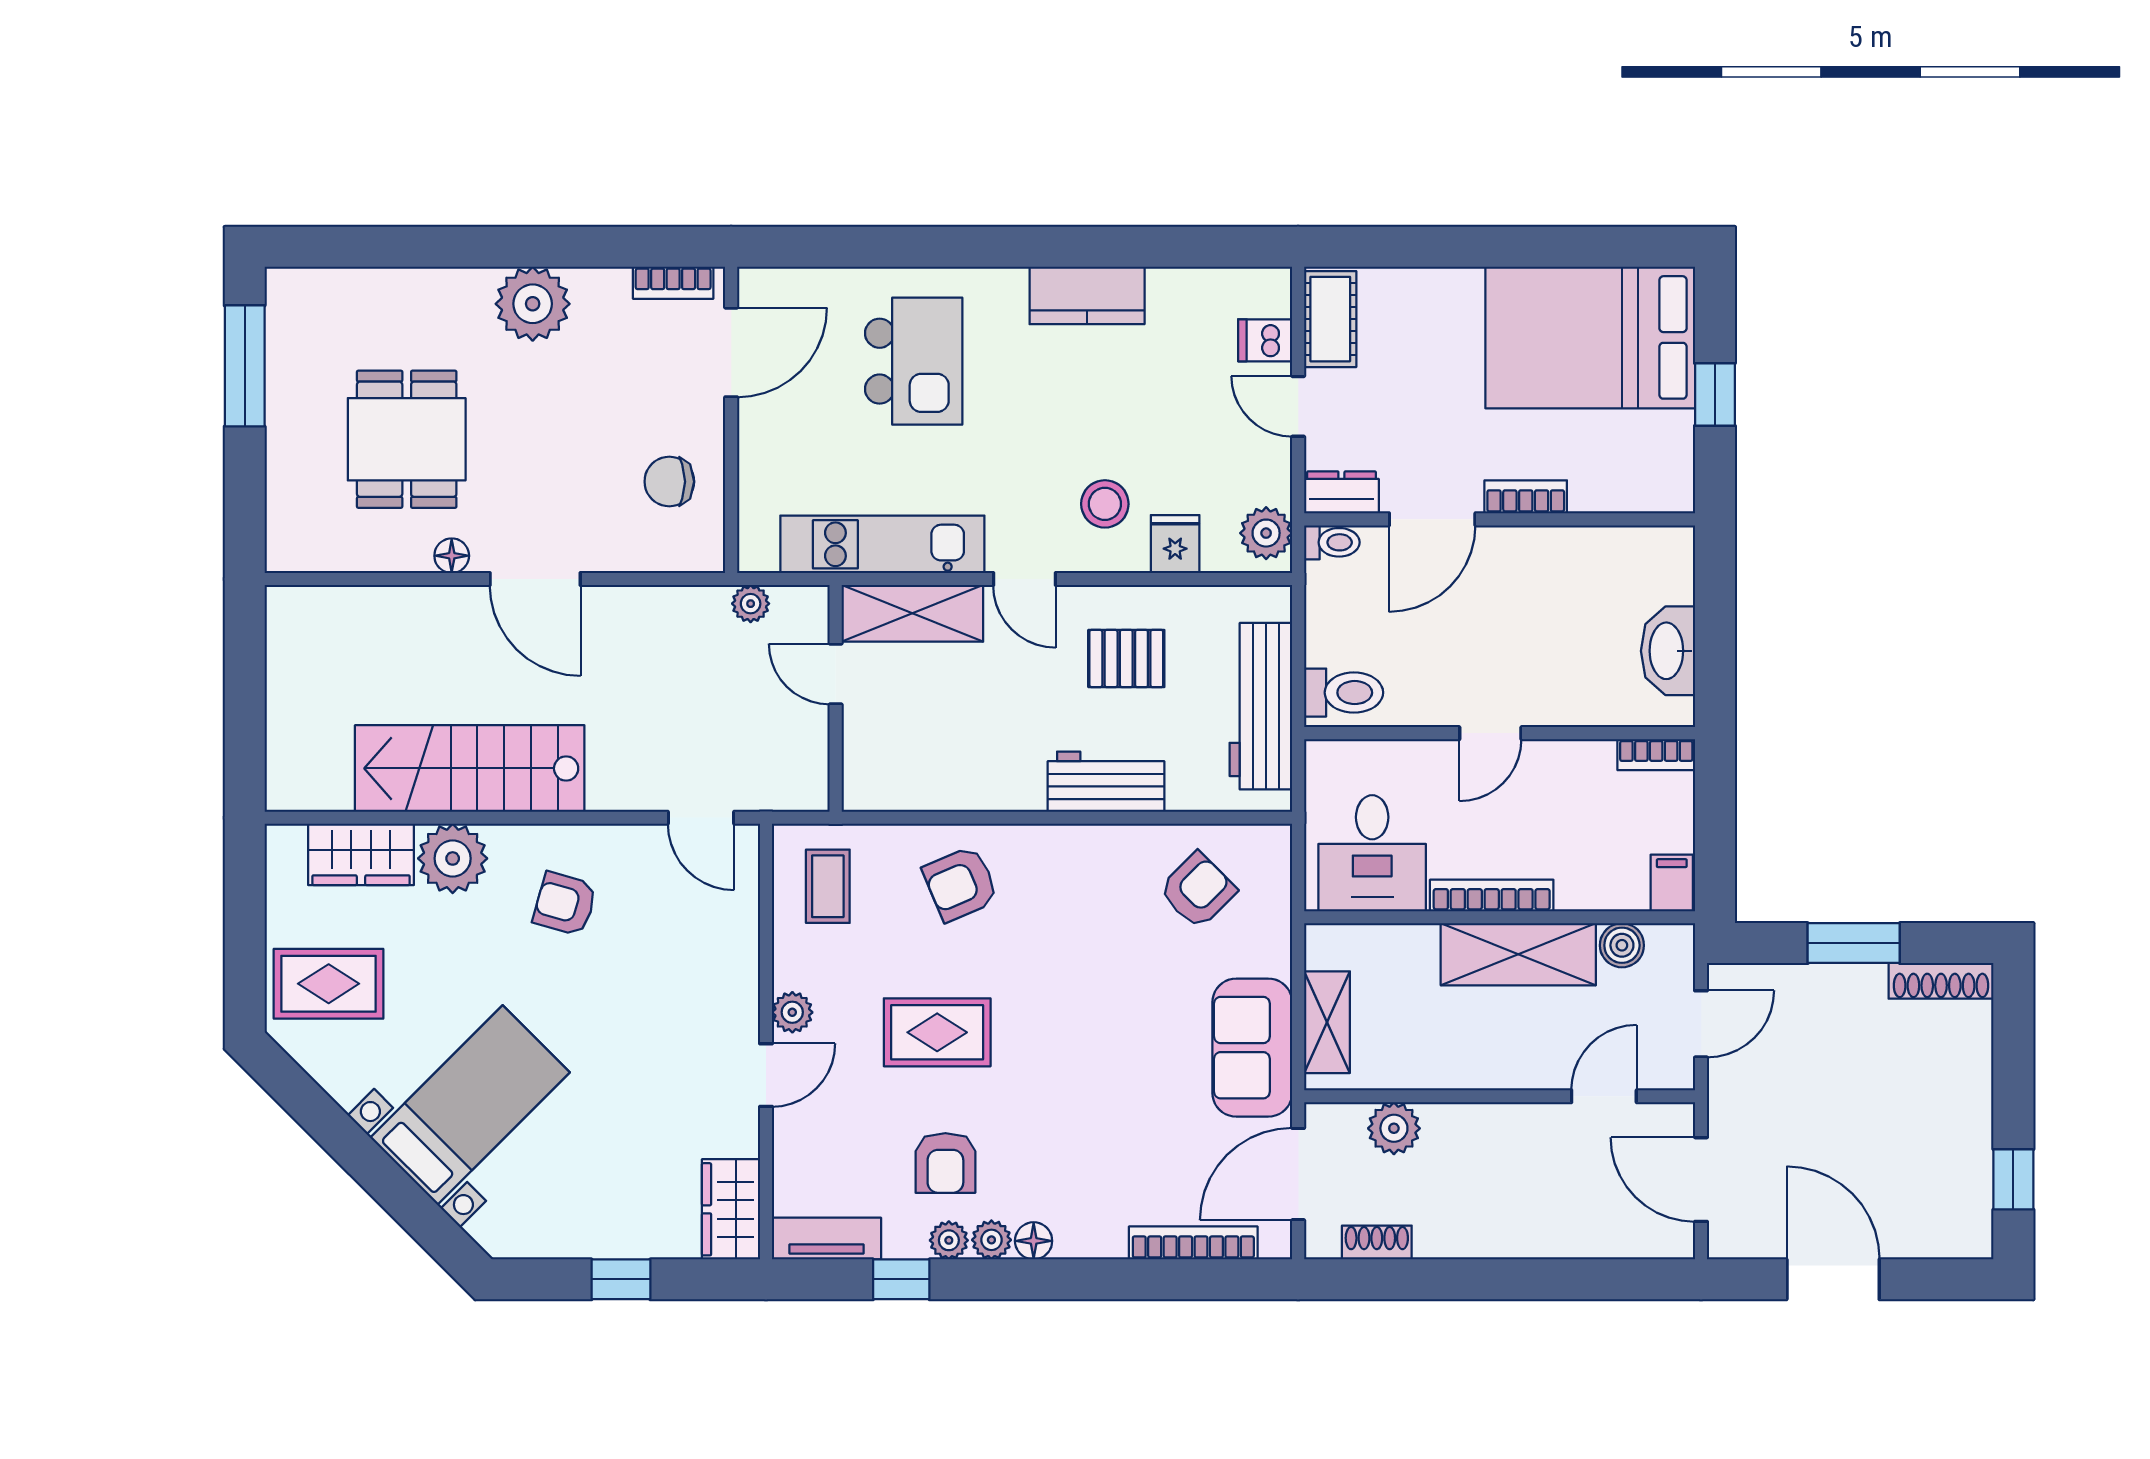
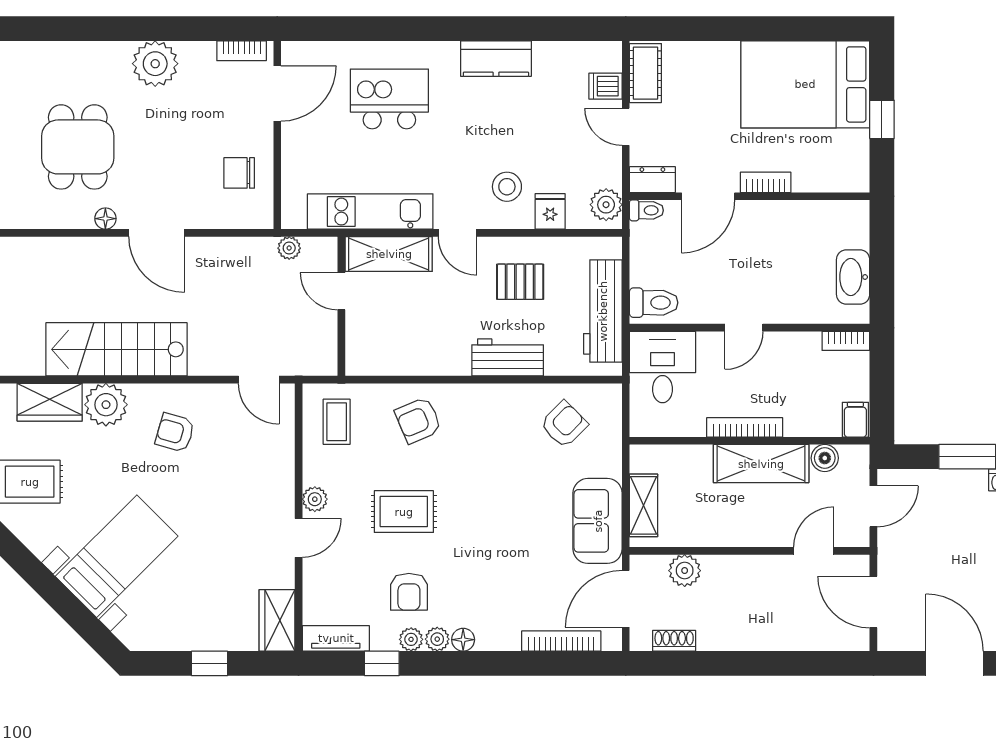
kitchen island: (914, 361) -> (389, 99), turned -90
desk: (1372, 853) -> (662, 367), moved, turned 180

